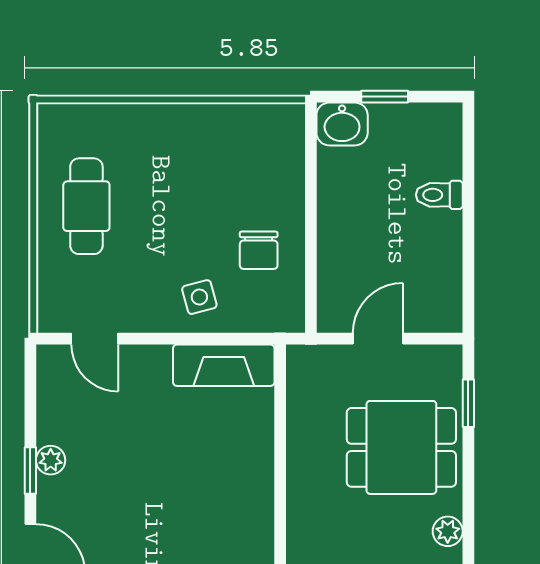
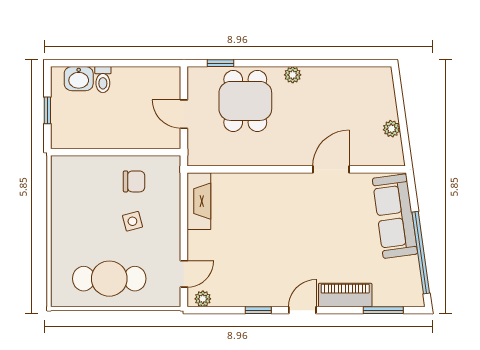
washbasin: (342, 124) -> (79, 79), moved, turned 90
cafe table: (86, 206) -> (109, 279), width x1.37, depth x1.35
side table: (199, 297) -> (132, 221), moved
plant: (51, 460) -> (203, 299), moved

